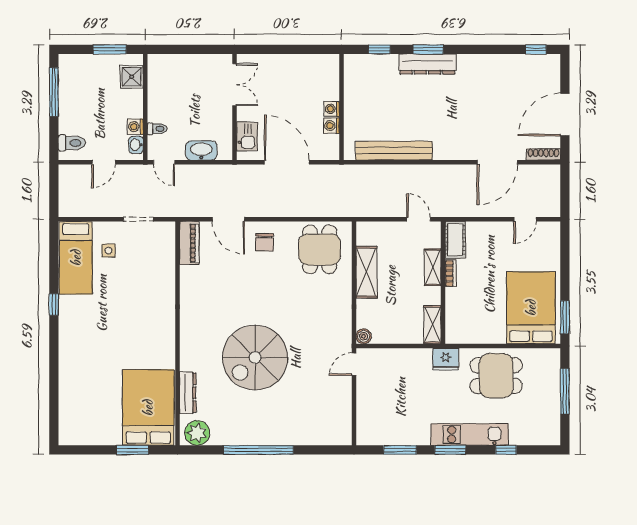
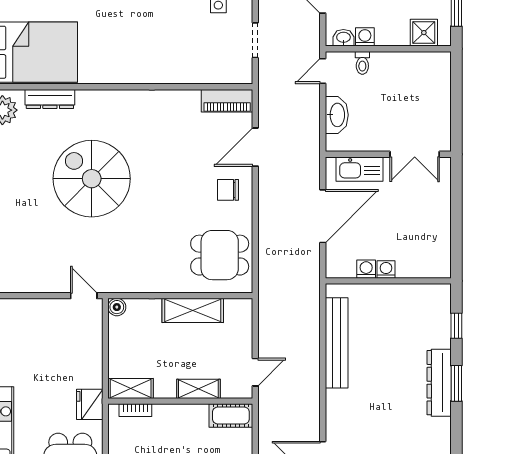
kitchen sink: (247, 137) -> (360, 169), width x1.38
bookcase: (451, 273) -> (135, 410), moved

